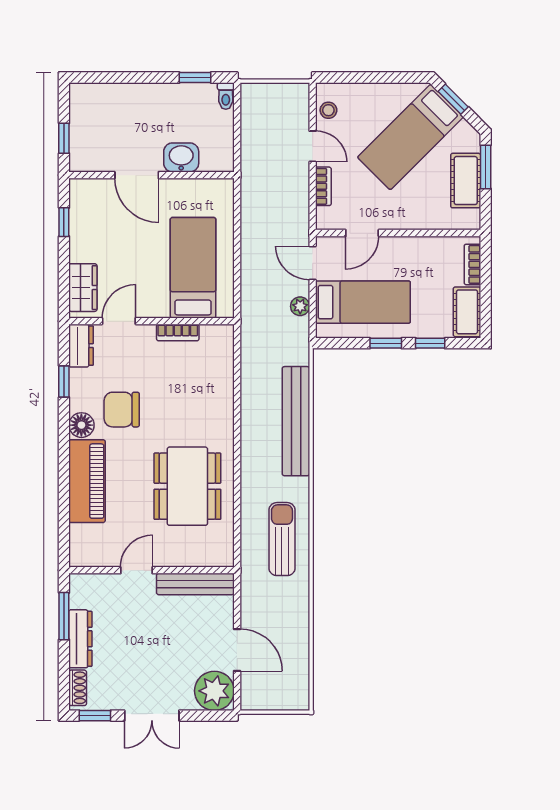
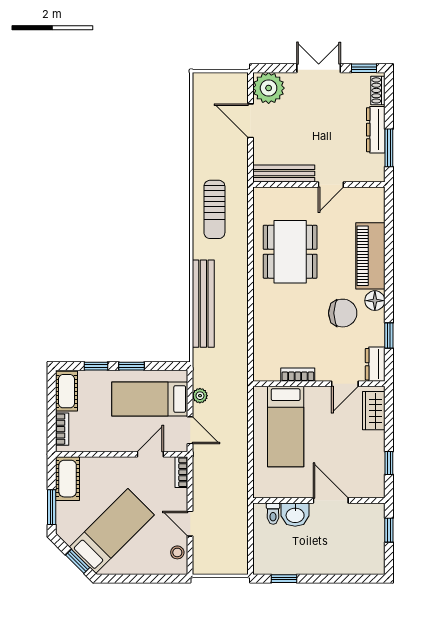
toilet: (226, 96) -> (273, 514), moved, turned 180
cot: (466, 181) -> (68, 479), moved
bookcase: (323, 186) -> (181, 472), moved

